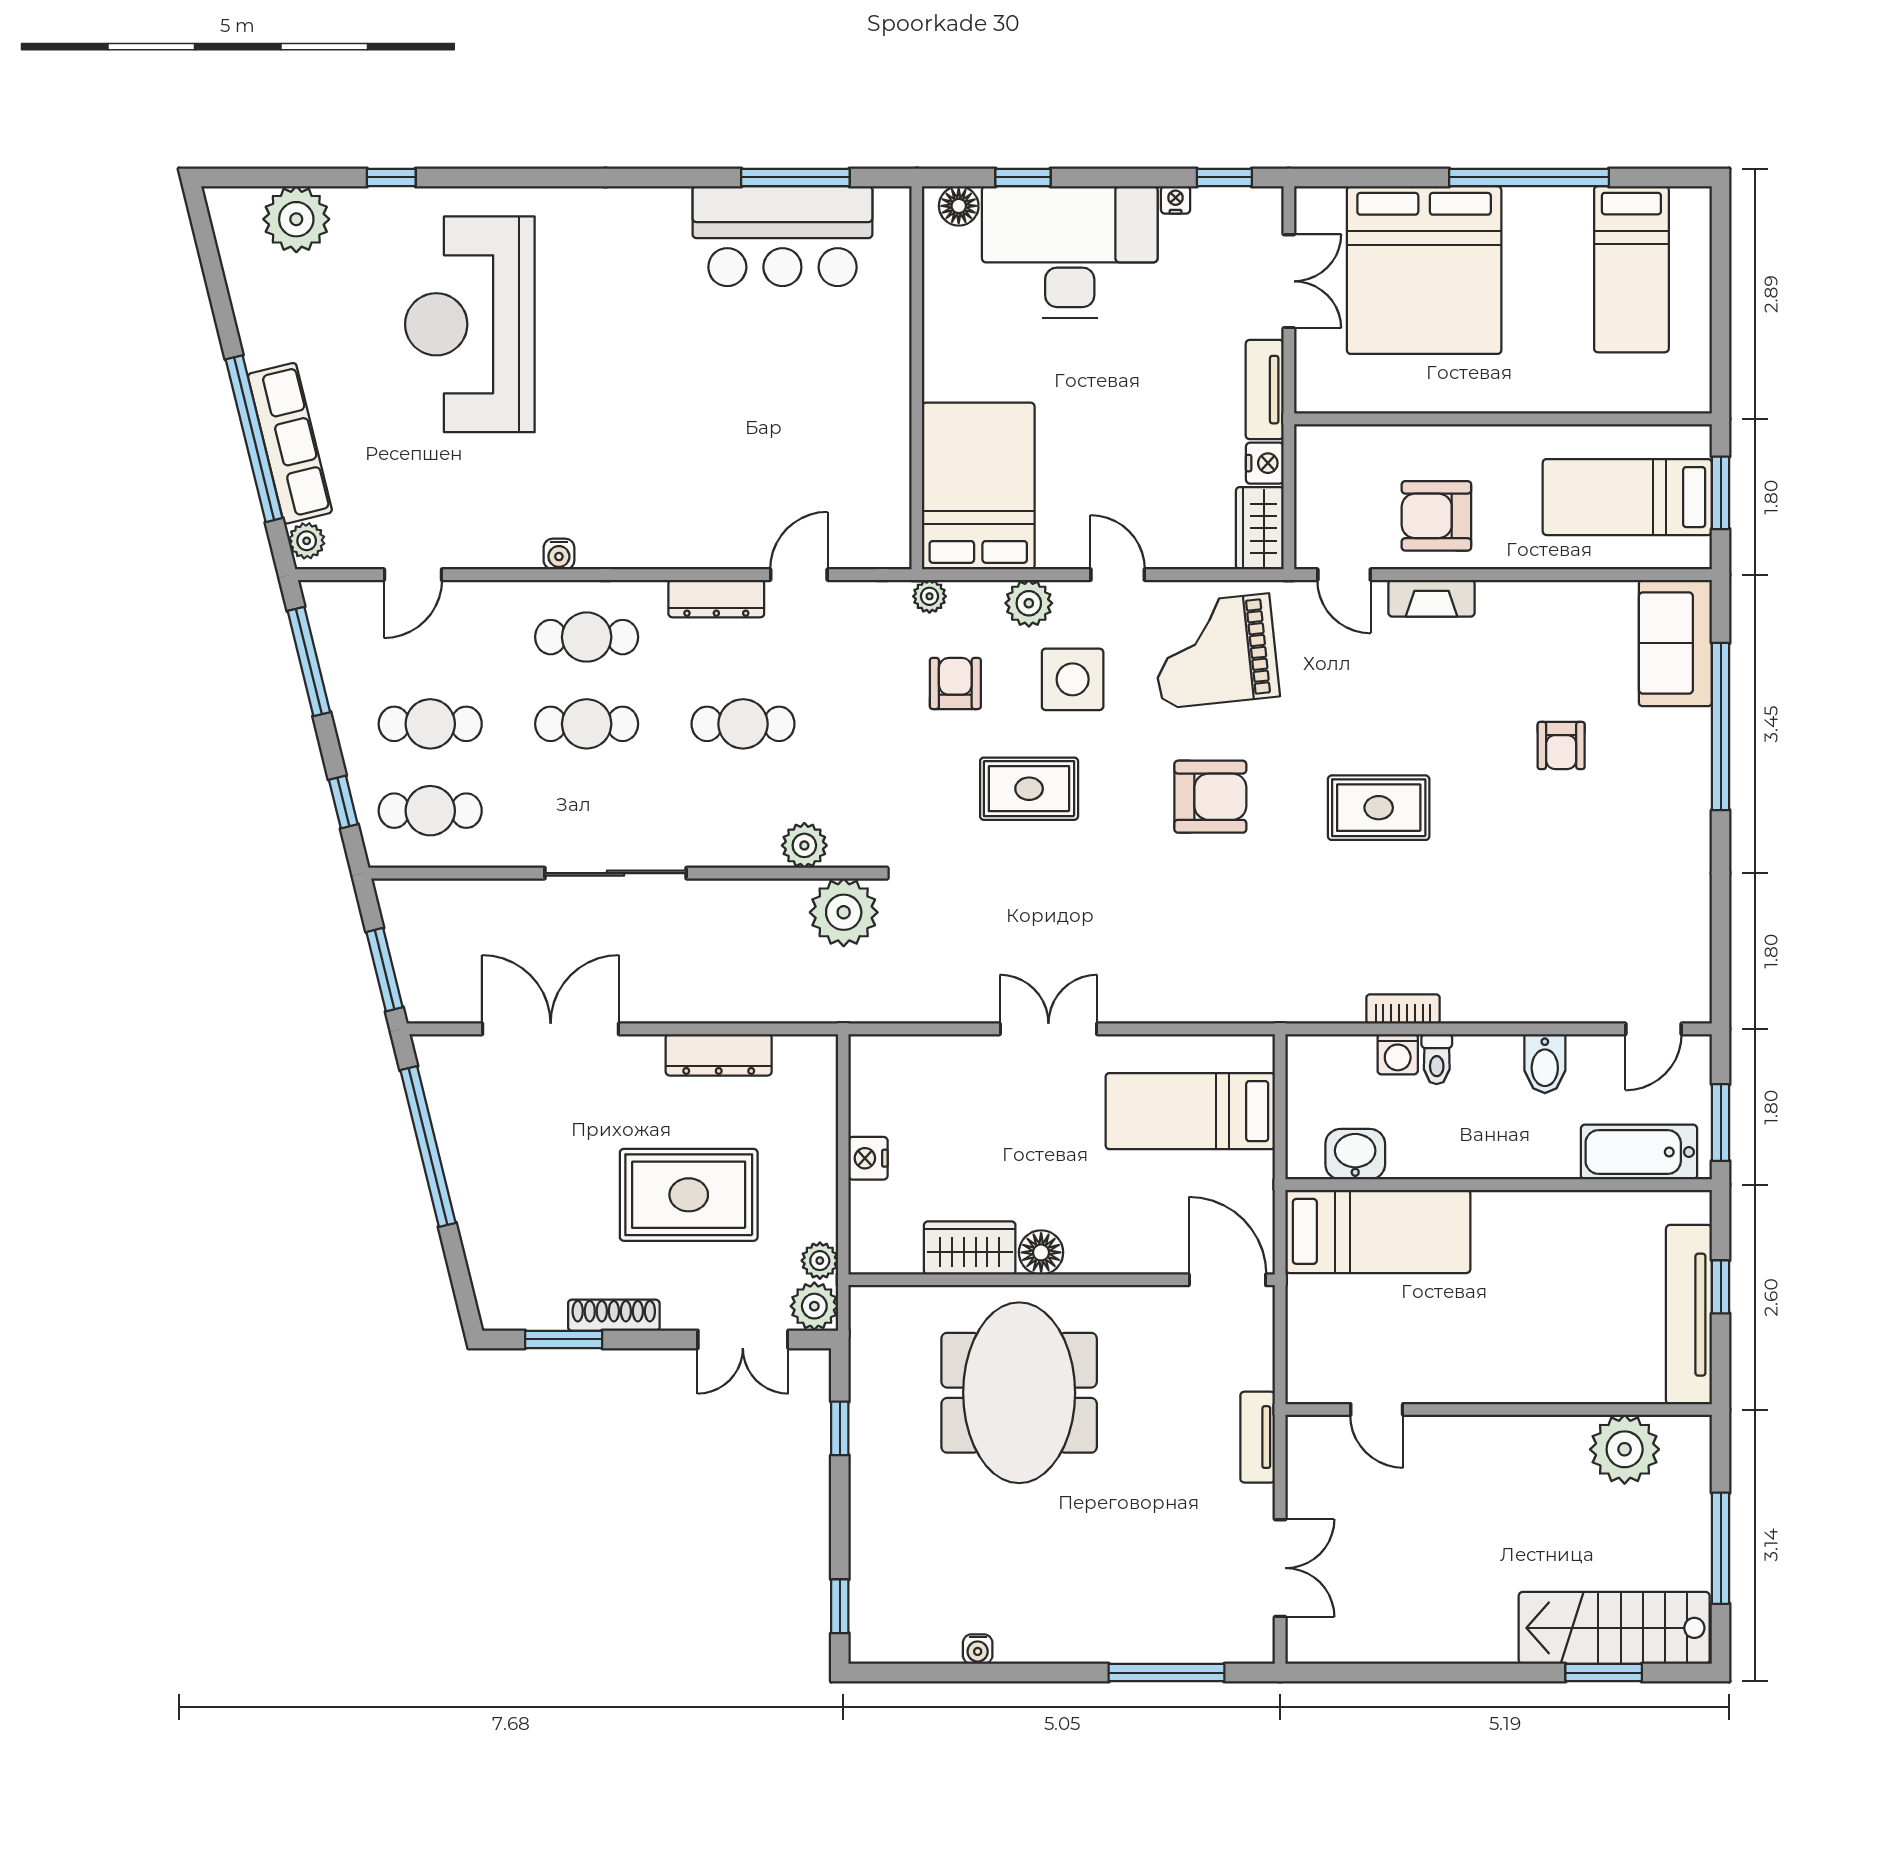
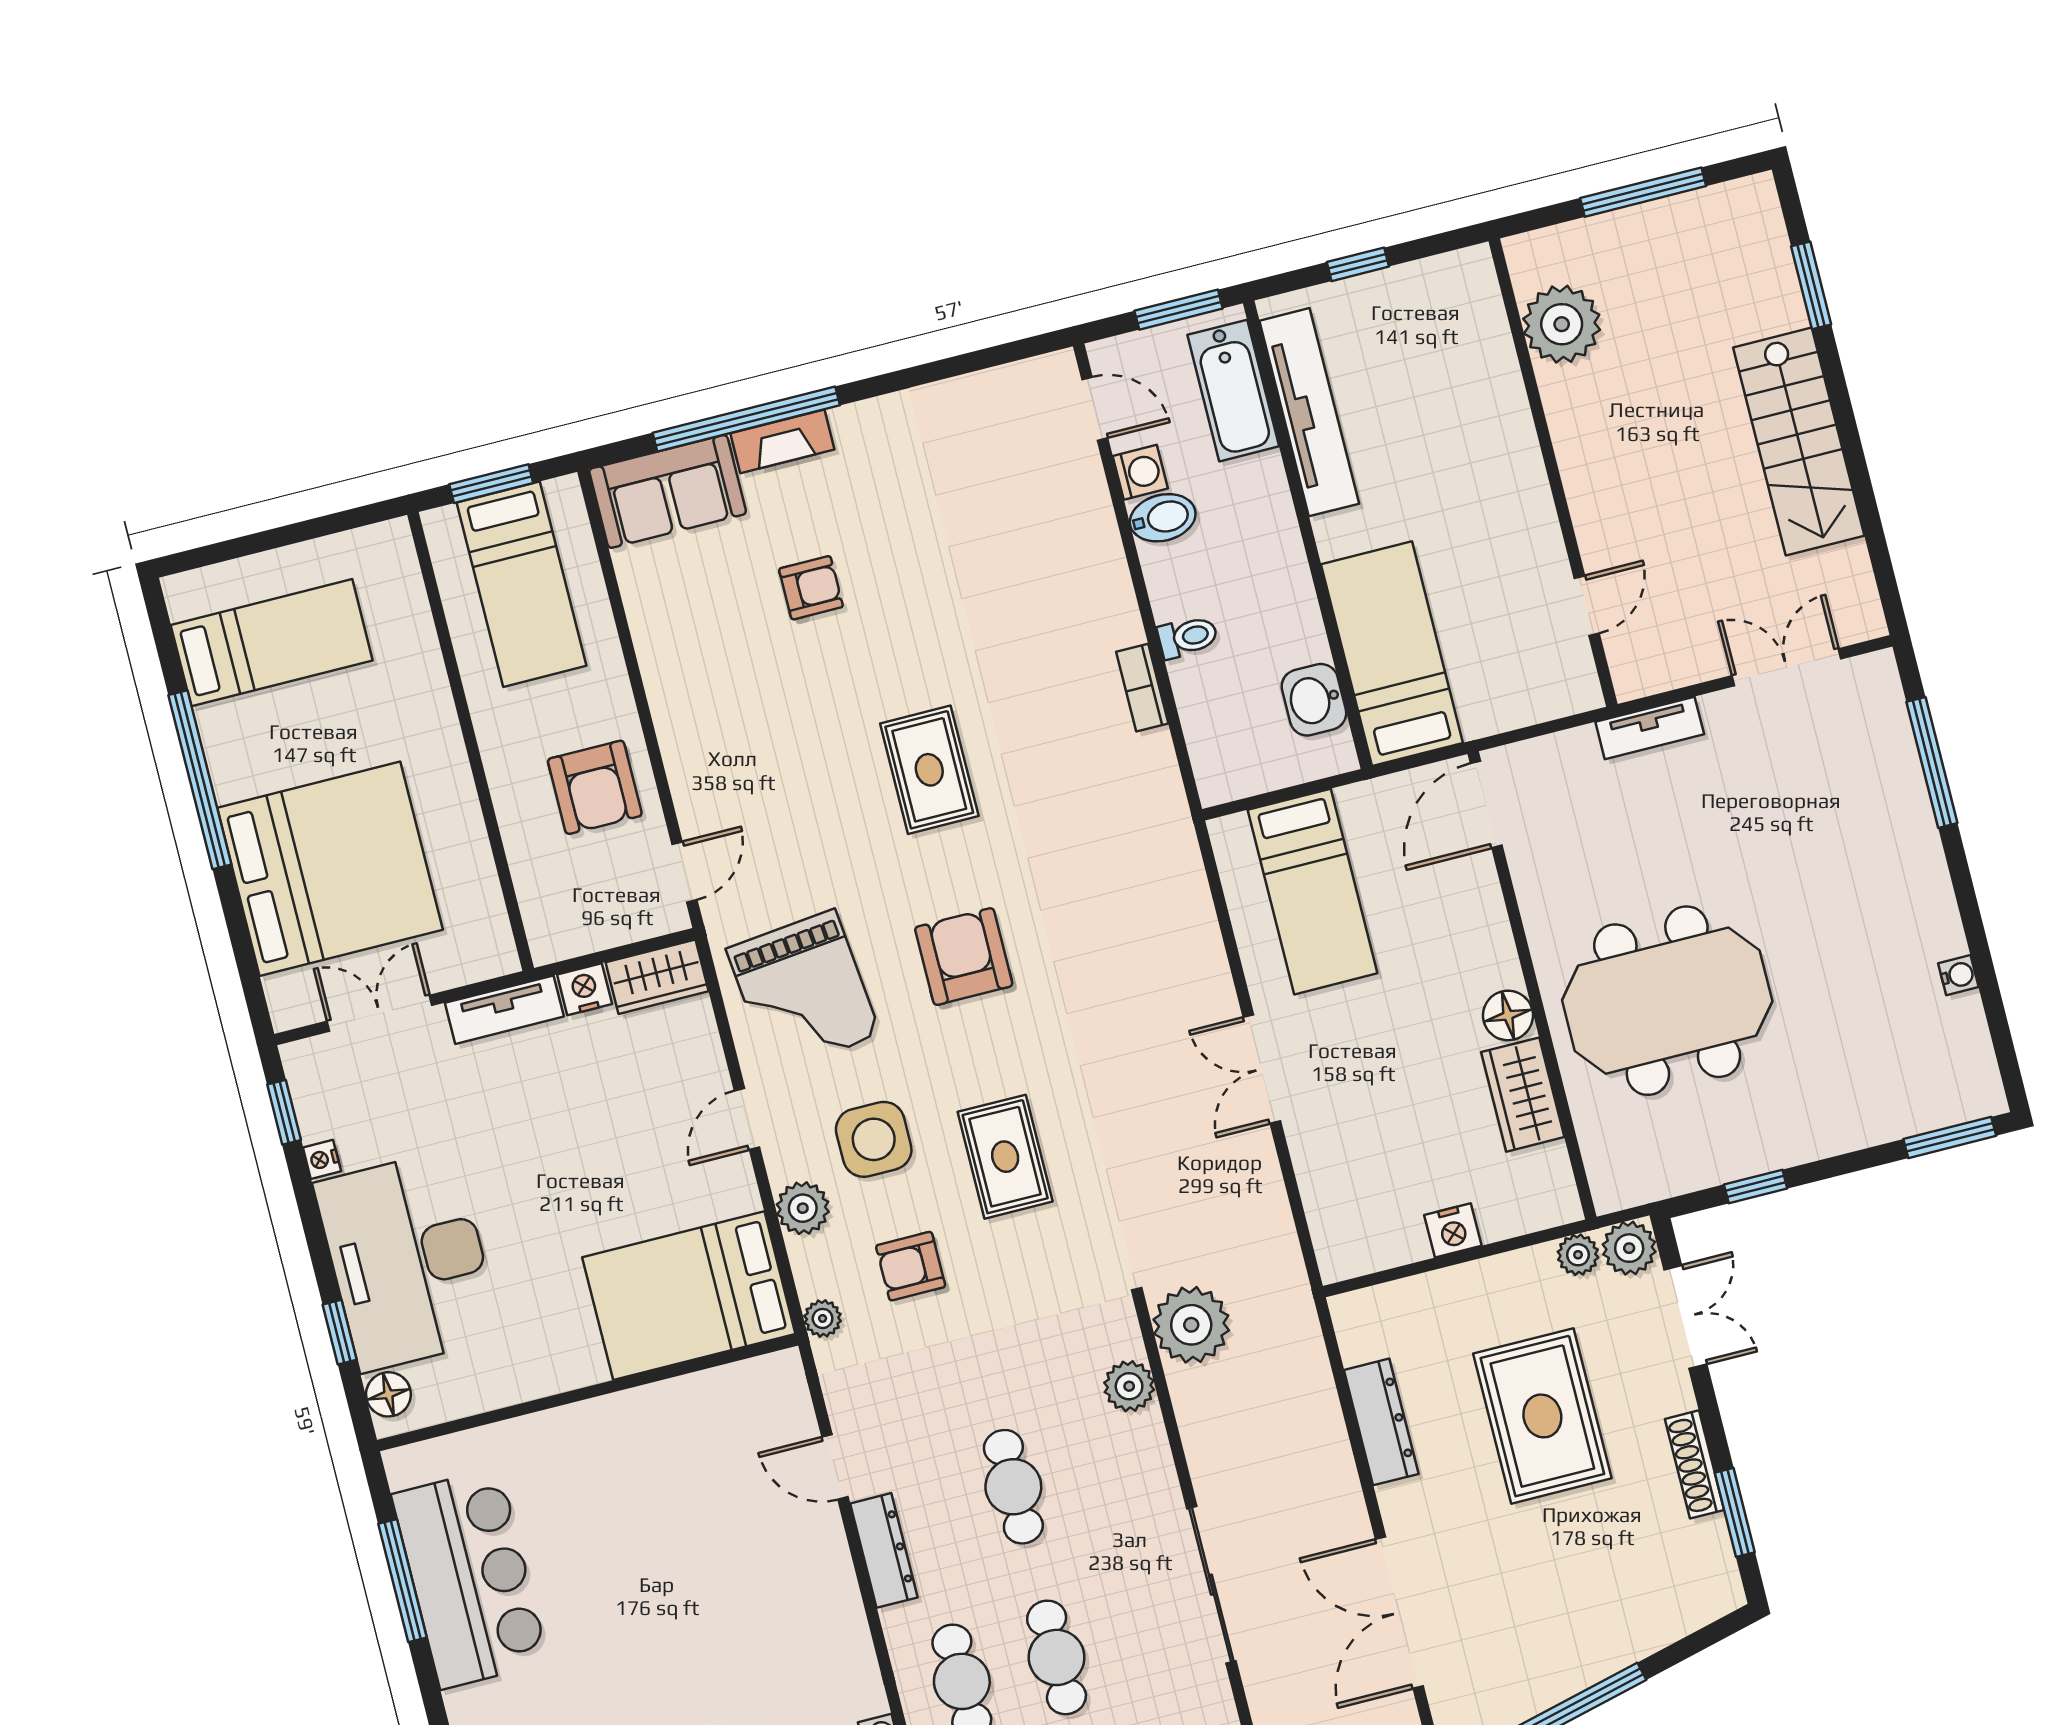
fireplace: (1431, 598) -> (782, 441), moved, turned 90
washing machine: (1398, 1054) -> (1140, 472), moved
tv unit: (1689, 1315) -> (1309, 412), moved, turned -90
window: (840, 1606) -> (1950, 1137), width x1.50
stairs: (1614, 1628) -> (1799, 442), moved

